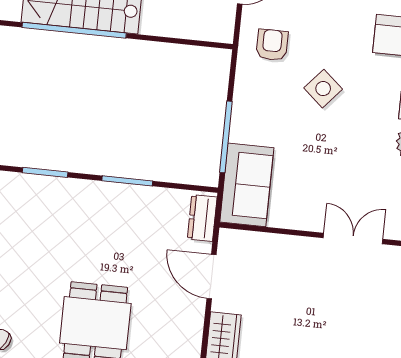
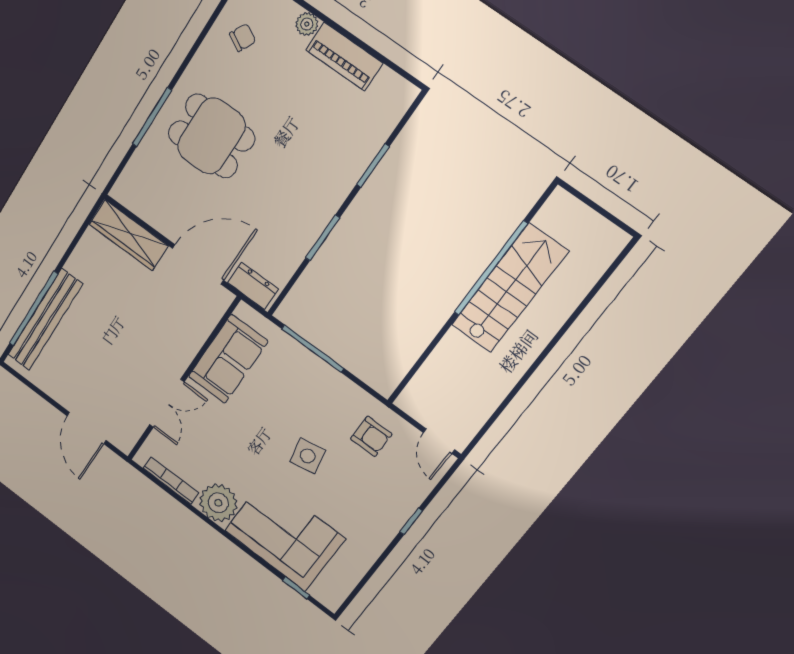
side table: (323, 89) -> (308, 456), turned 38
sofa: (247, 185) -> (228, 359), moved, turned -90
door: (211, 277) -> (198, 264), width x1.36

